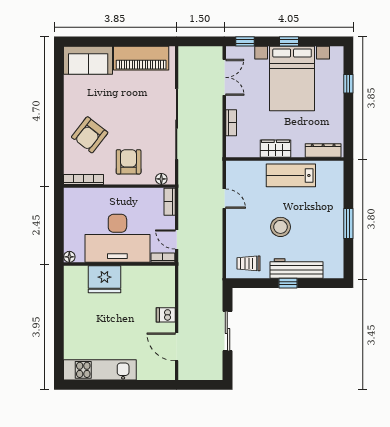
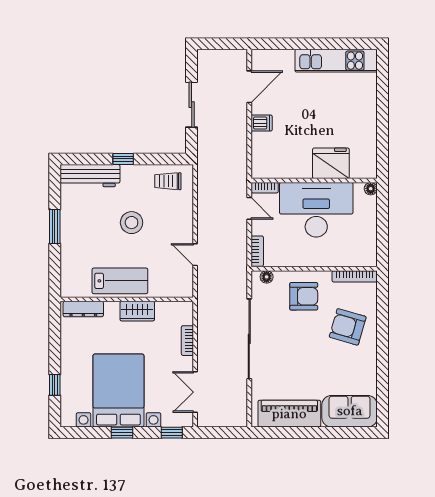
armchair: (90, 135) -> (348, 327), turned -112
armchair: (129, 162) -> (304, 296), turned -90
trolley: (248, 263) -> (168, 181), turned 180
workbench: (297, 268) -> (90, 176), moved
door: (177, 347) -> (249, 87), hinge flipped

